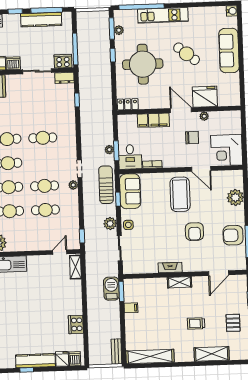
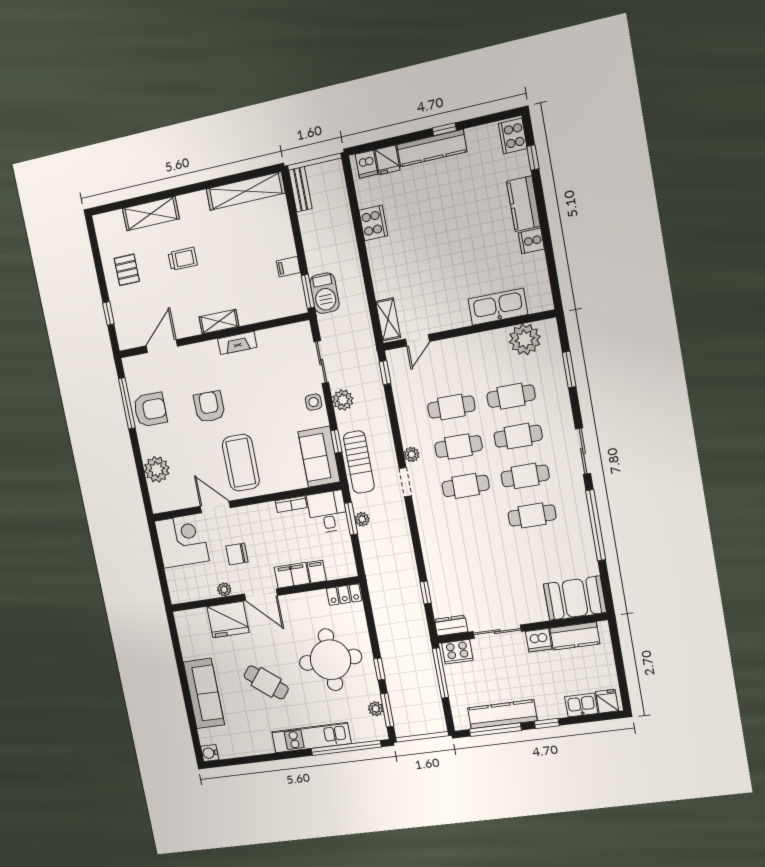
cafe table: (43, 138) -> (466, 486), moved

